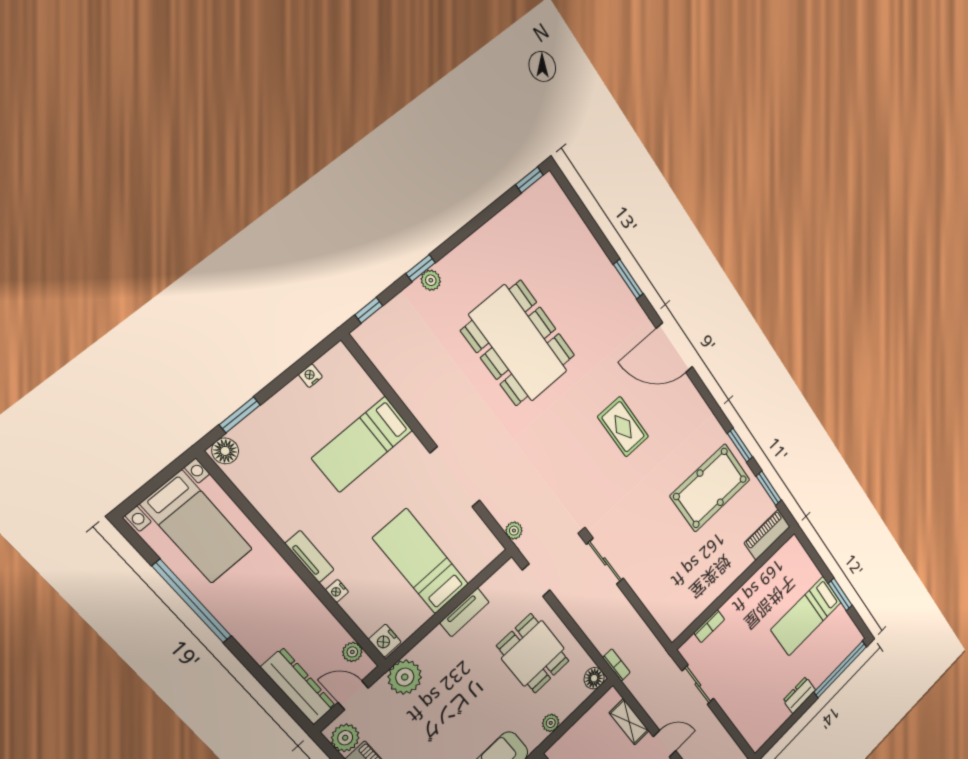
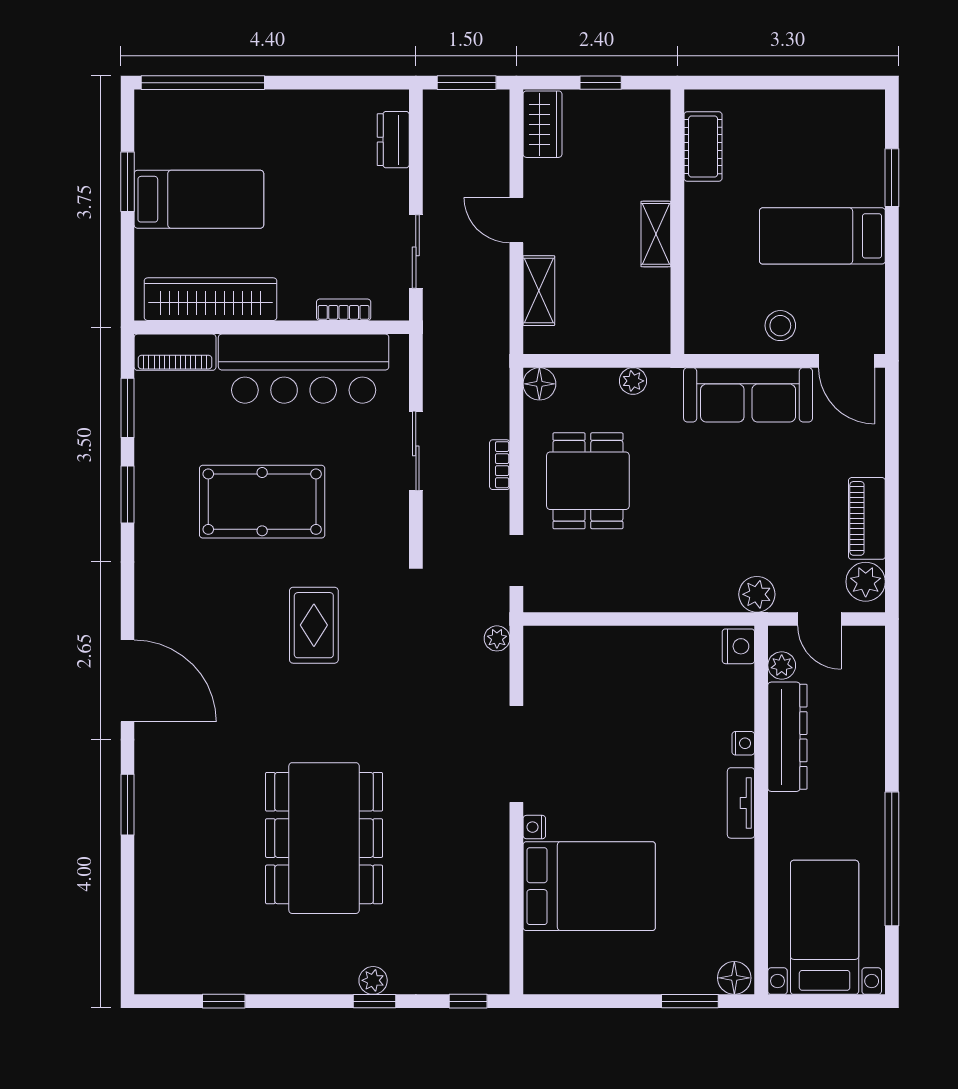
window: (530, 180) -> (224, 1001), moved
nightstand: (310, 376) -> (534, 827), moved, turned 90
rug: (623, 427) -> (314, 625), moved
bed: (362, 444) -> (589, 886), width x1.50
pool table: (710, 488) -> (262, 502), moved
bed: (421, 561) -> (629, 696), removed
sliding door: (605, 561) -> (416, 451), moved
wardrobe: (770, 575) -> (210, 299), added
bar counter: (706, 581) -> (304, 369), added
tv unit: (465, 612) -> (627, 598), removed
bookcase: (616, 665) -> (500, 465), moved
plant: (405, 677) -> (757, 594), width x0.73, depth x0.73
dresser: (298, 686) -> (787, 737), moved, turned 180
dresser: (799, 695) -> (393, 140), moved, turned 90

